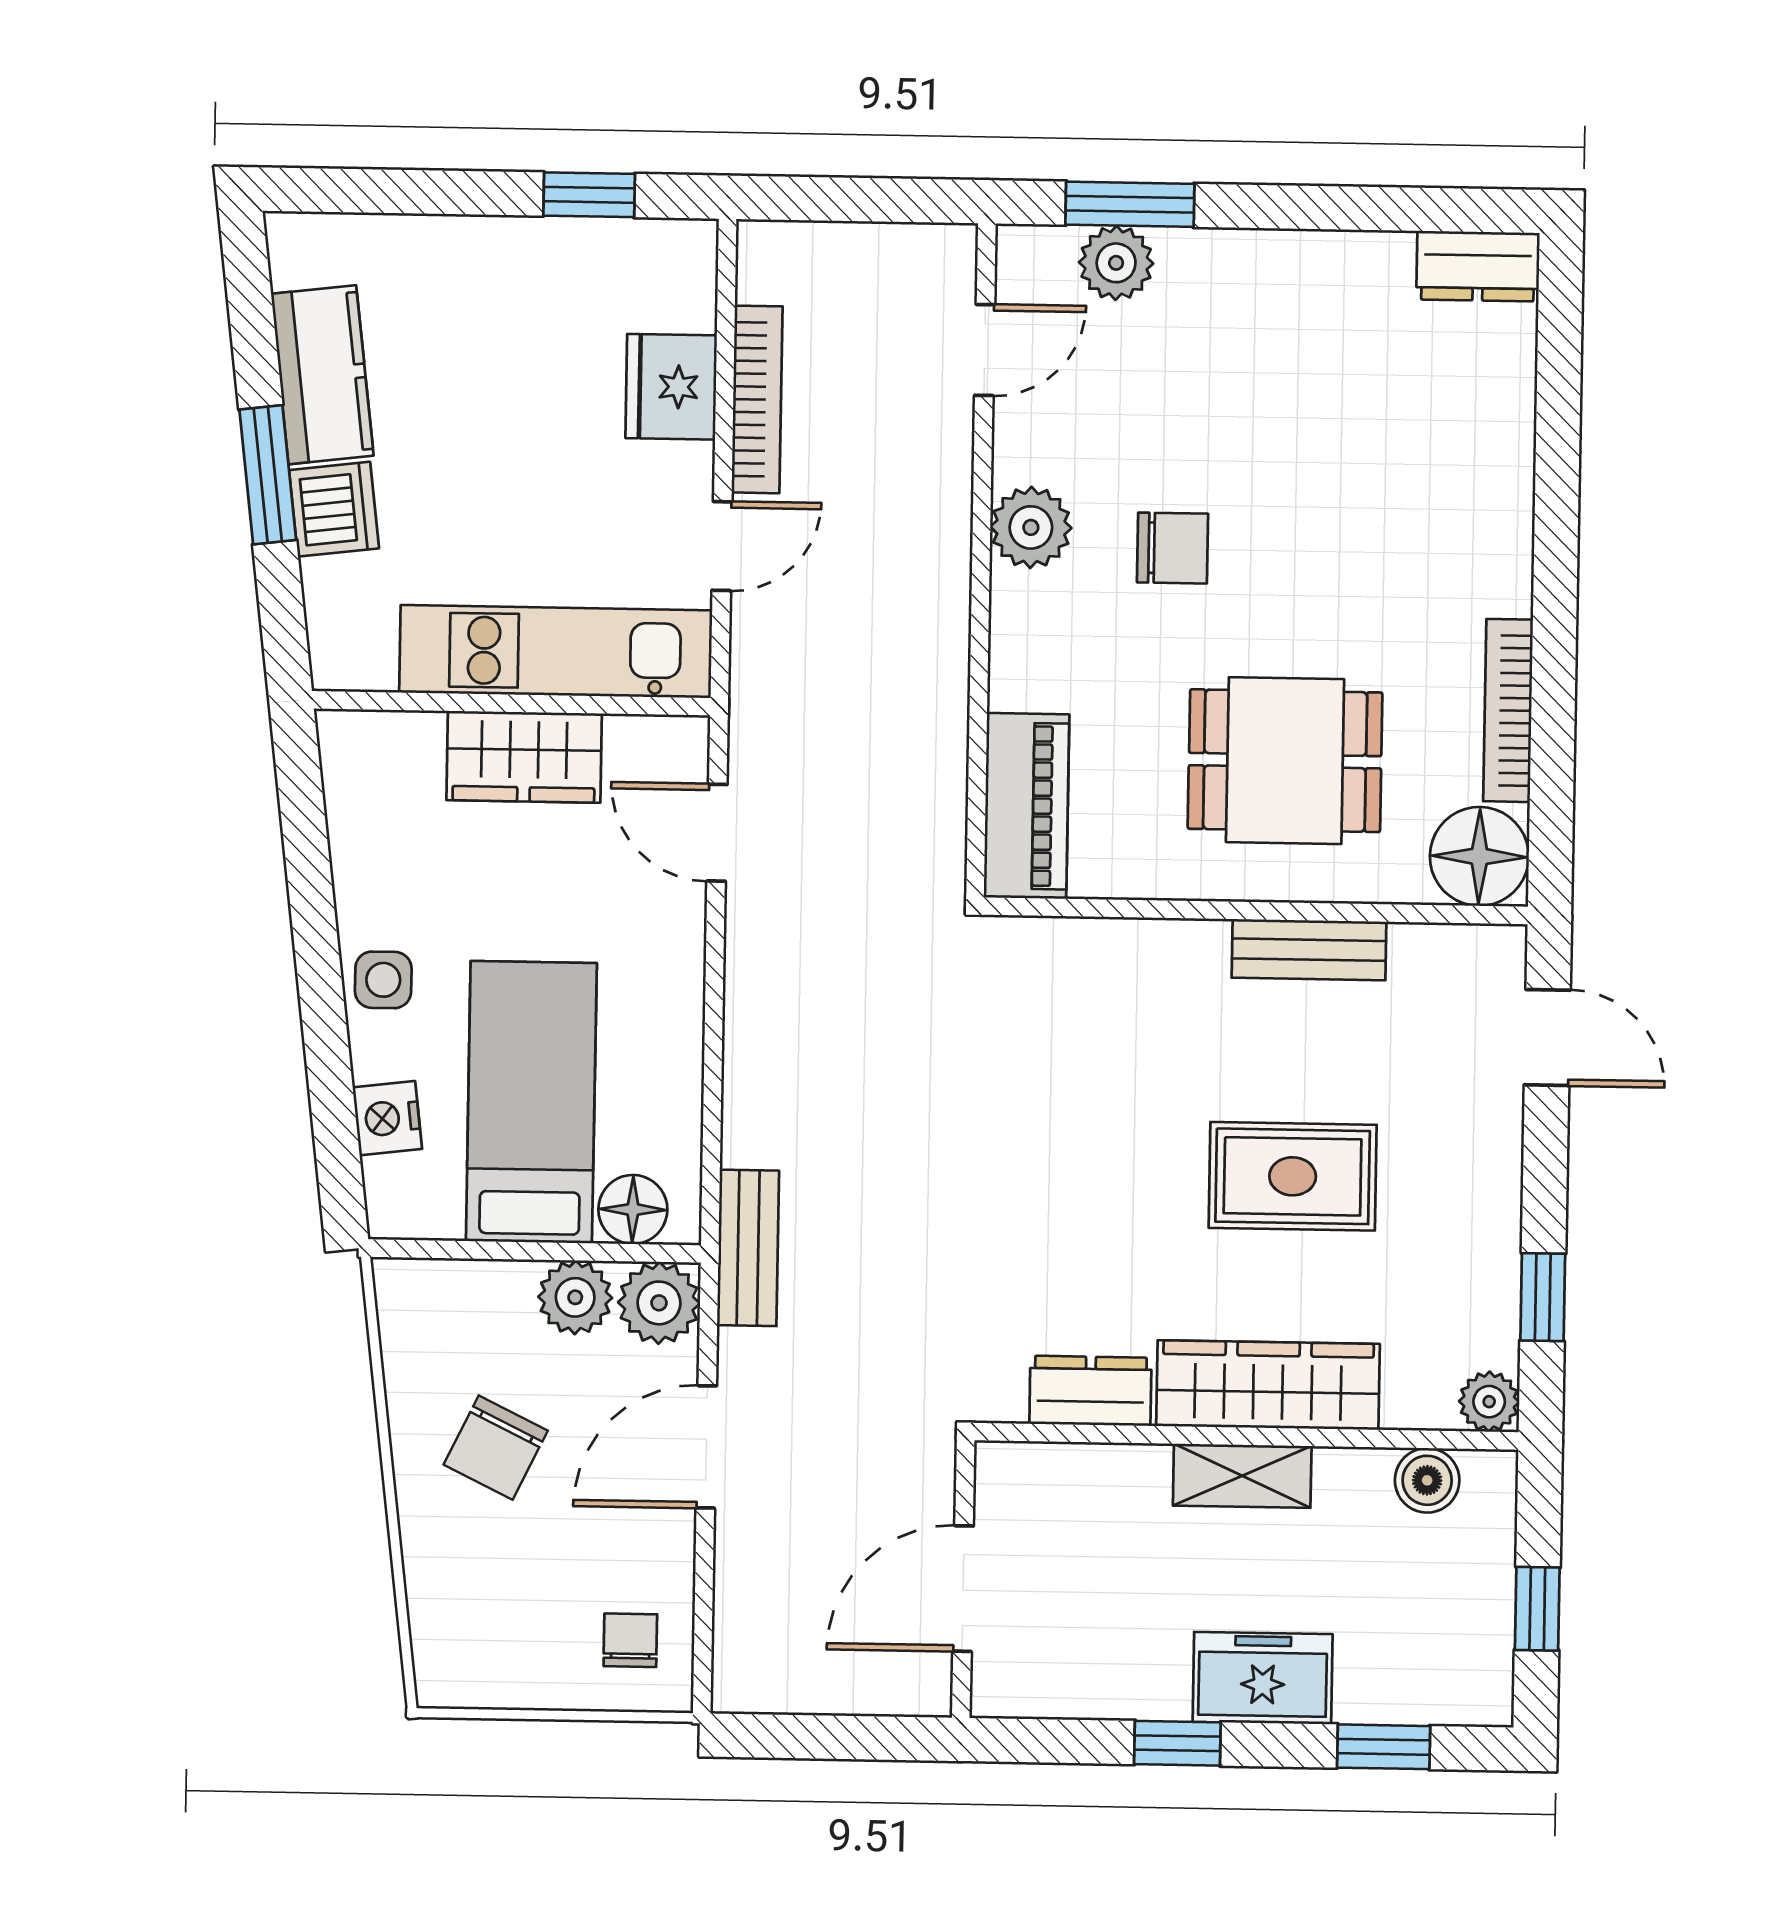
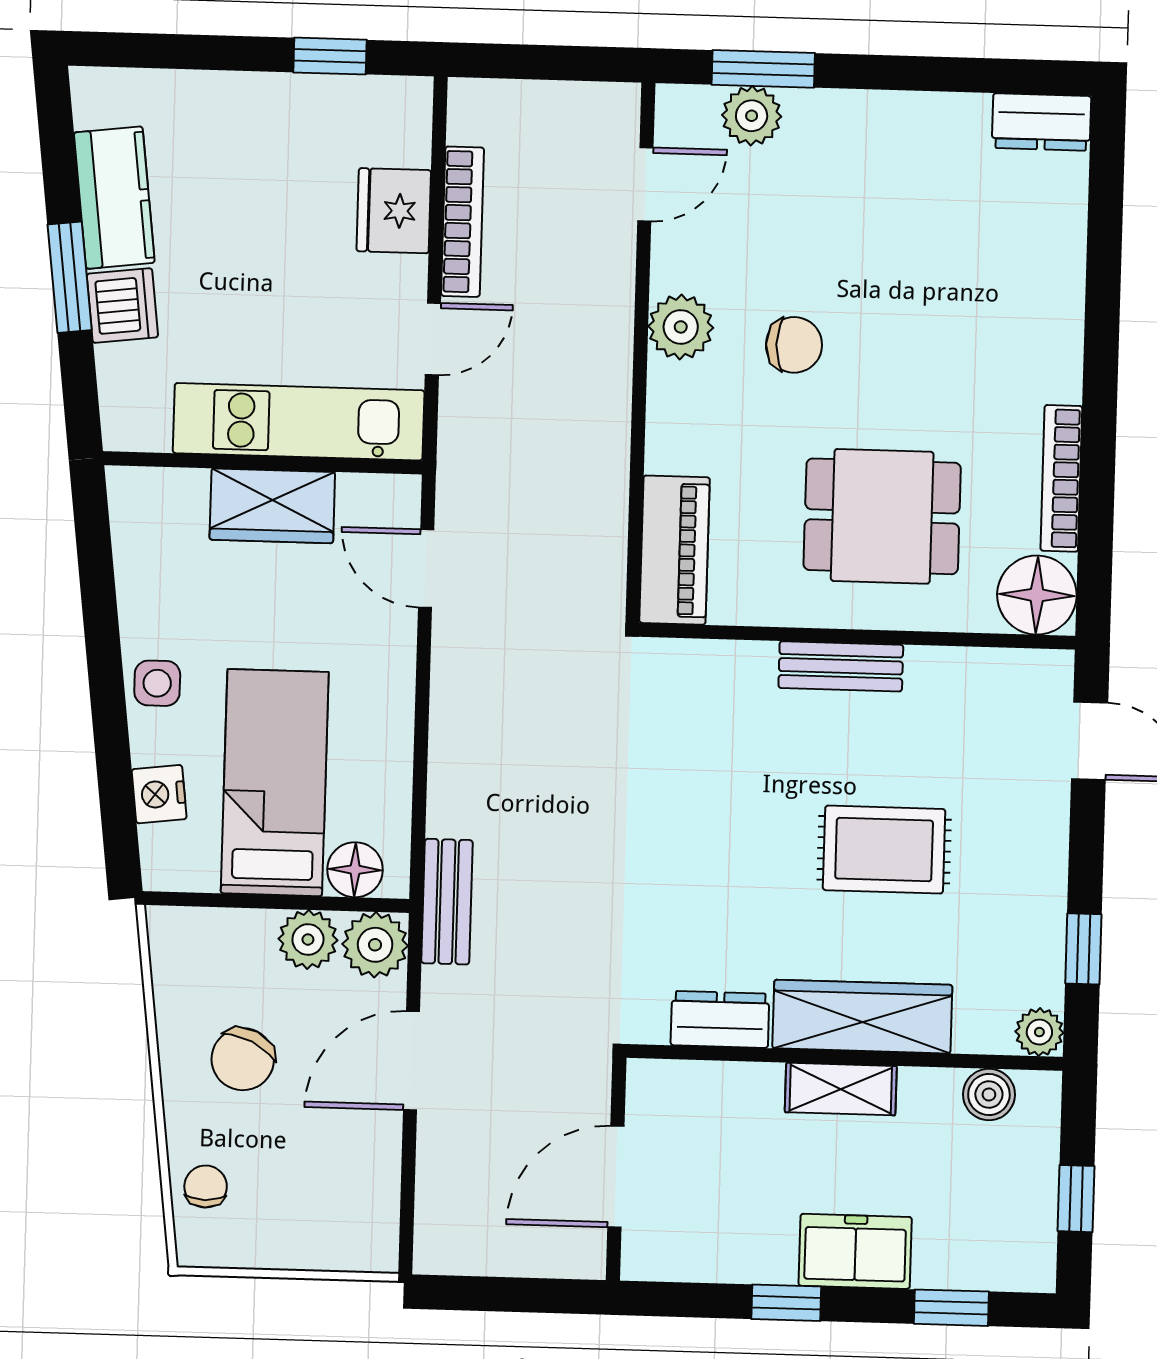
bench: (1309, 950) -> (841, 666), moved
chair: (630, 1640) -> (206, 1187), moved

